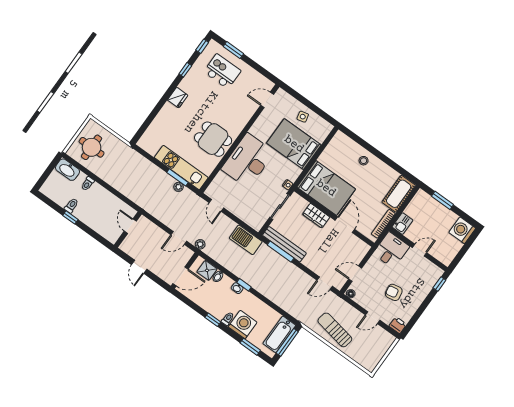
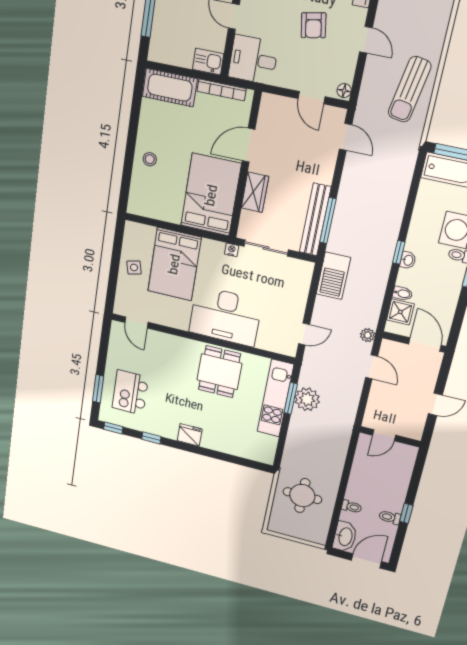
round table: (92, 147) -> (302, 496), moved
door: (45, 176) -> (366, 561), added
plant: (178, 187) -> (307, 399), width x1.88, depth x1.88

